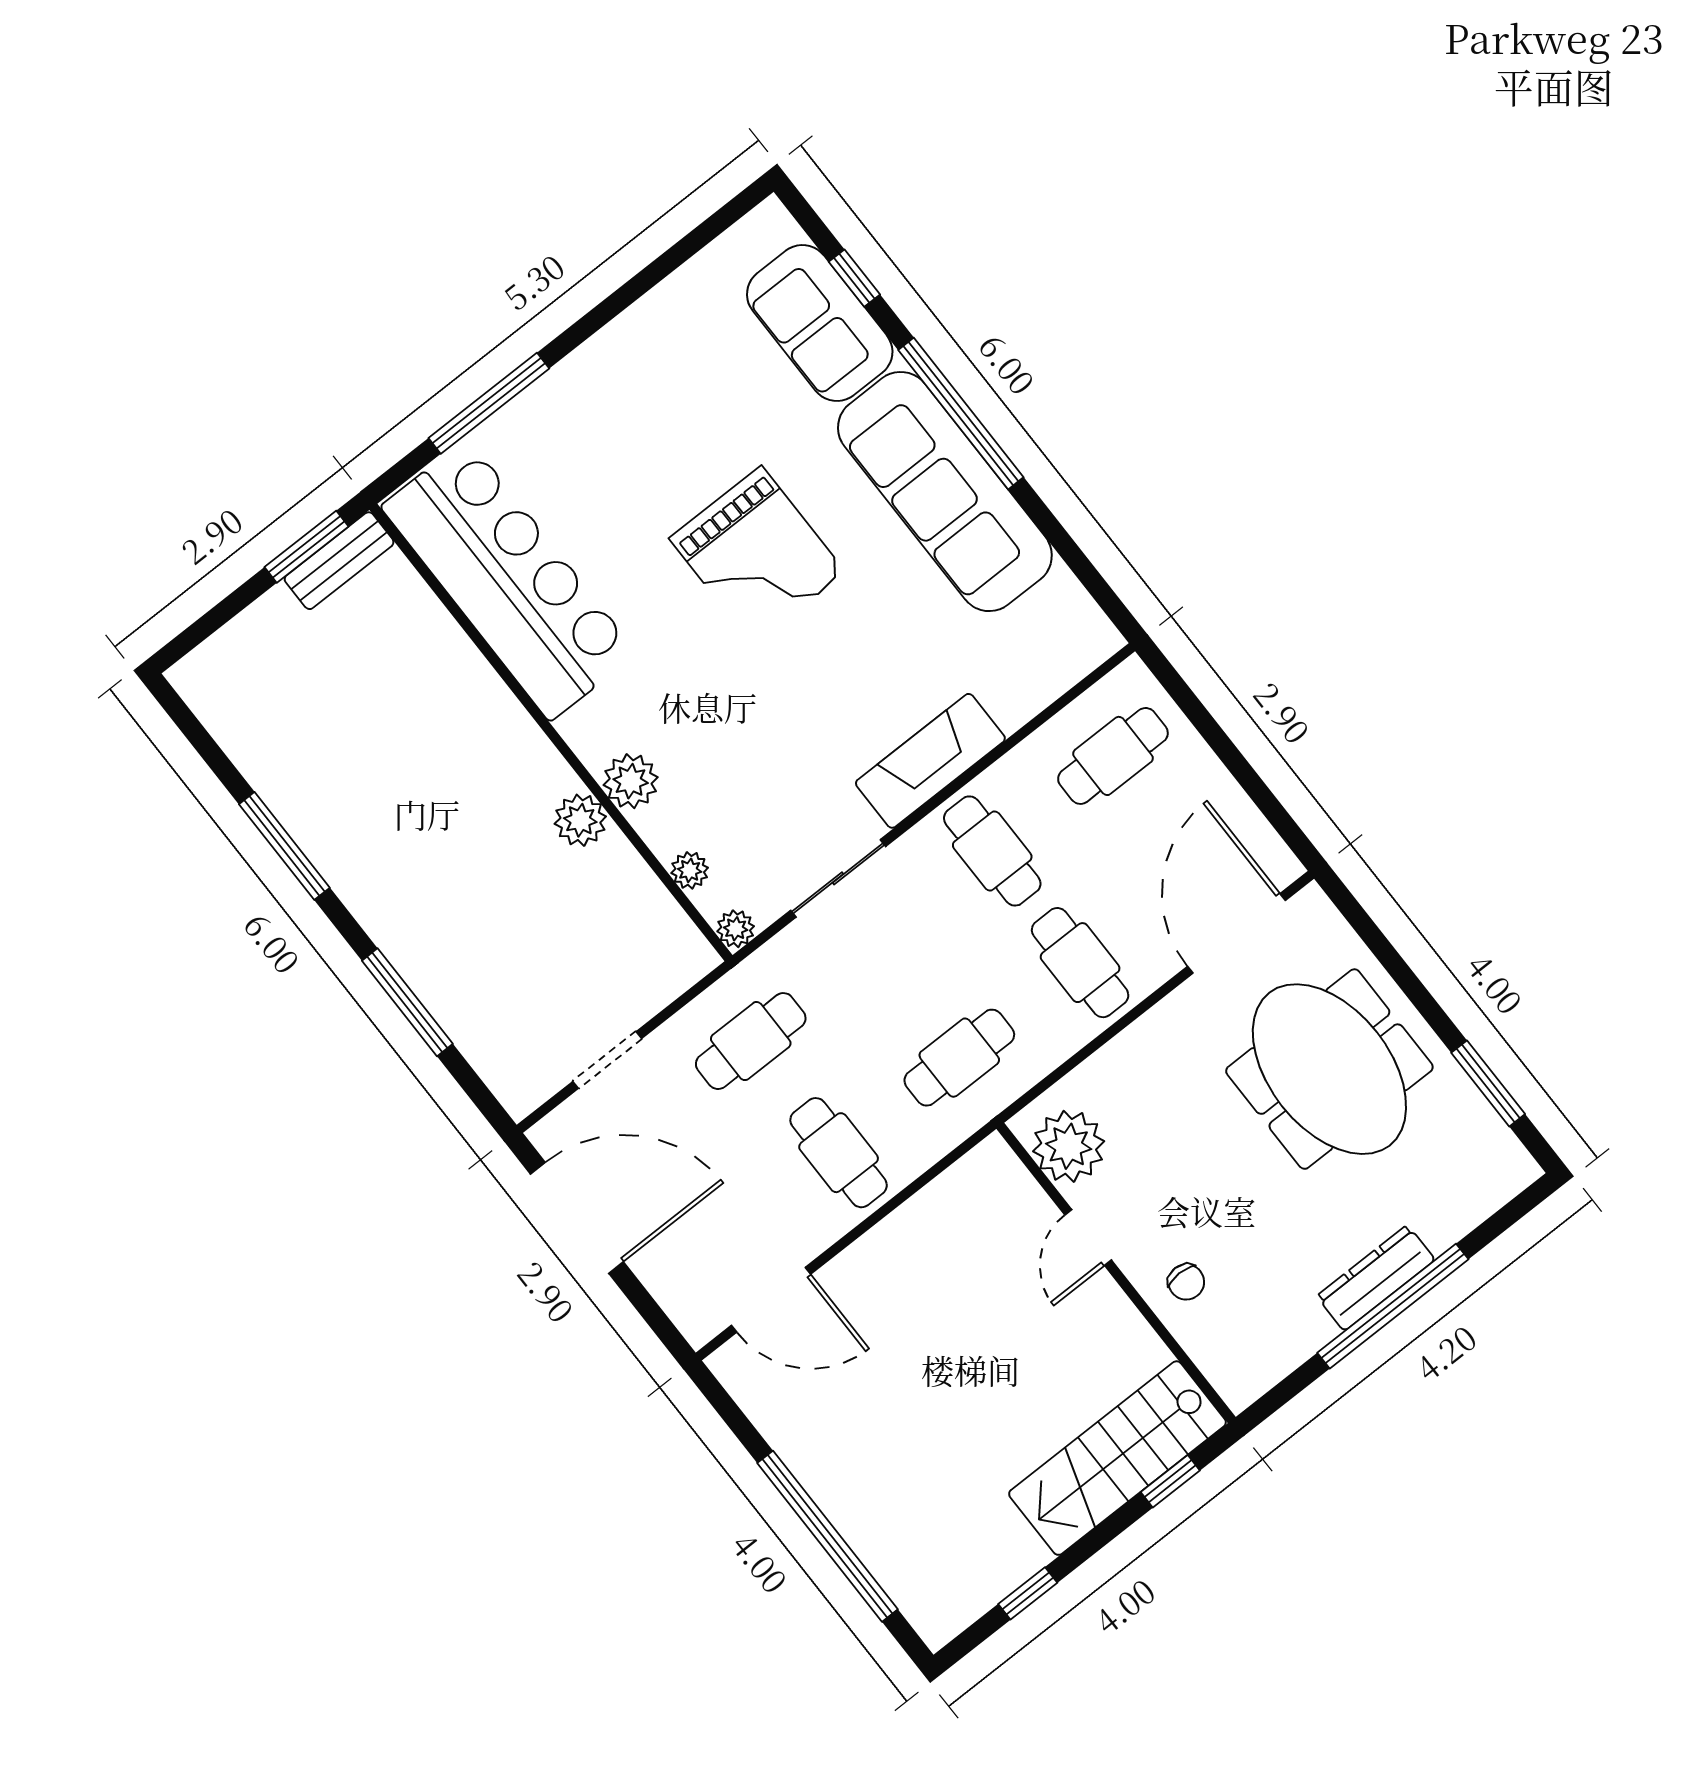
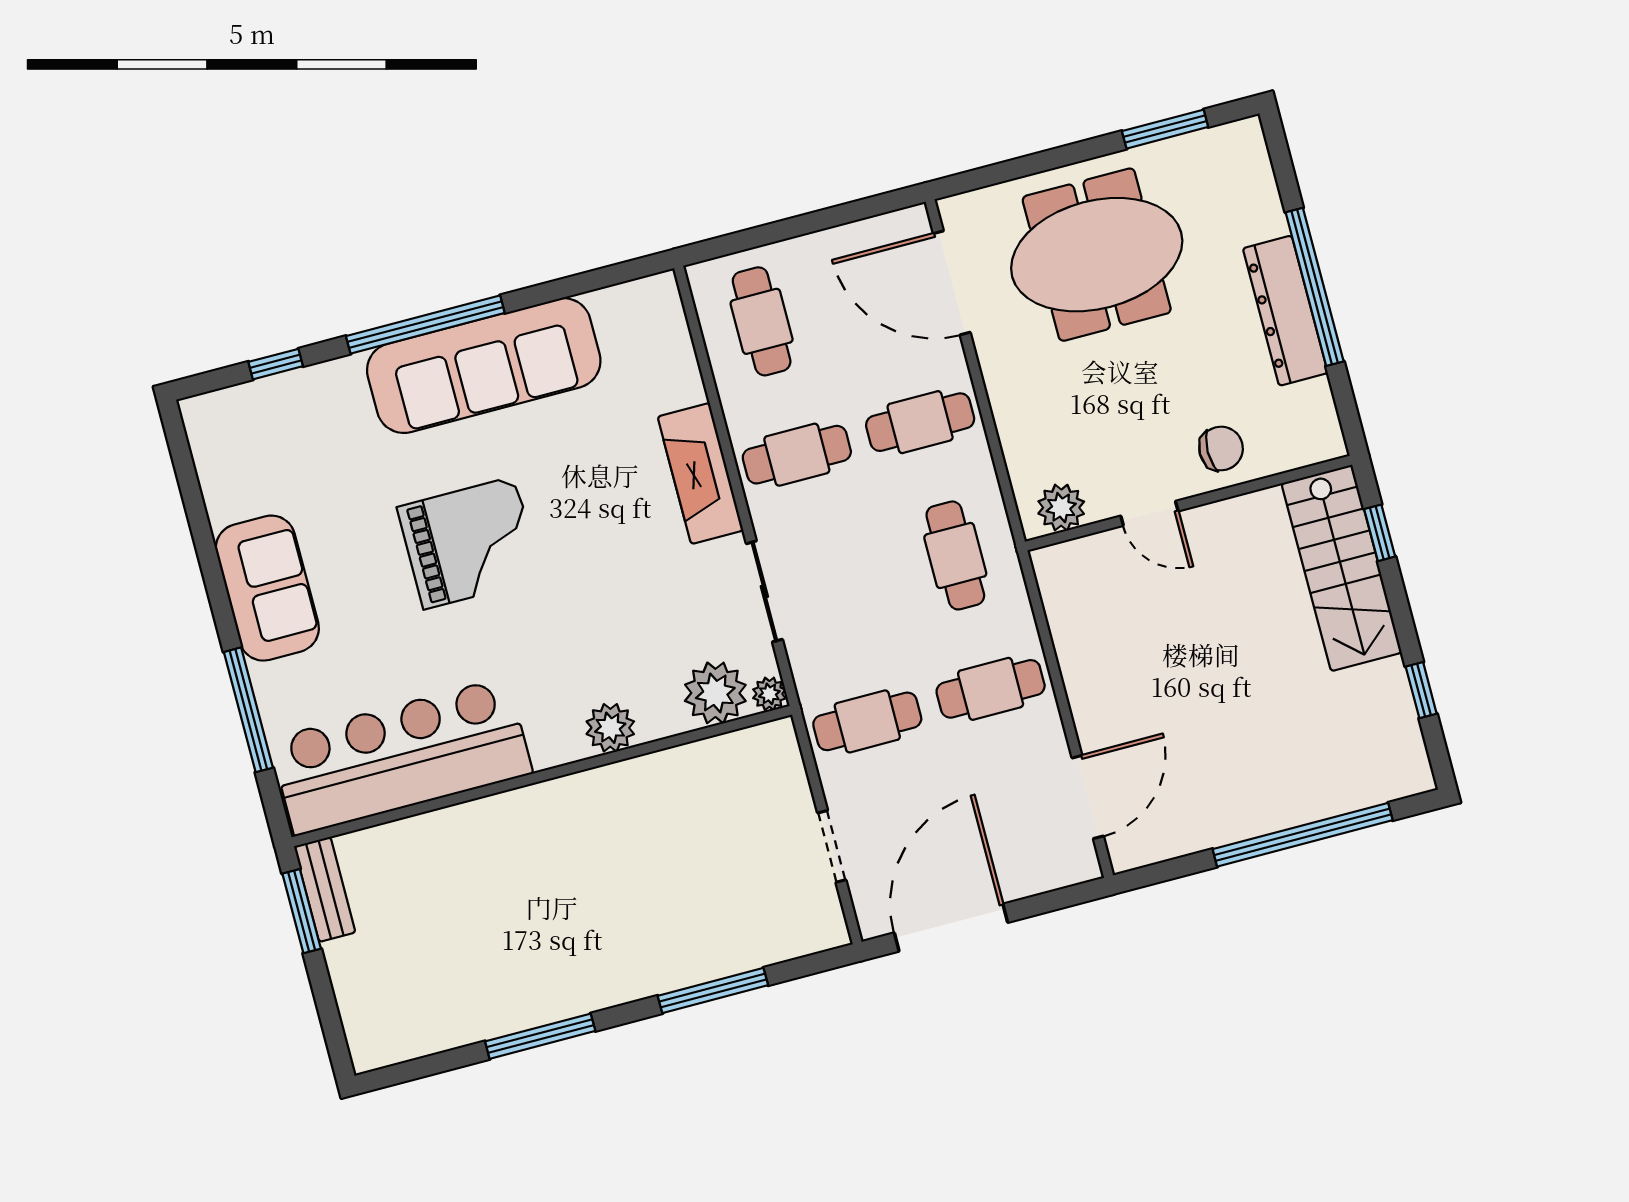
sofa: (820, 323) -> (267, 588), moved, turned -90
plant: (580, 820) -> (625, 783), removed
plant: (690, 870) -> (715, 693), width x1.87, depth x1.87
cafe table: (751, 1041) -> (867, 721), turned 90
plant: (1069, 1146) -> (1061, 508), width x0.73, depth x0.73
dresser: (1376, 1278) -> (1285, 311), width x1.37, depth x1.24
chair: (1186, 1282) -> (1221, 448), width x1.37, depth x1.37

